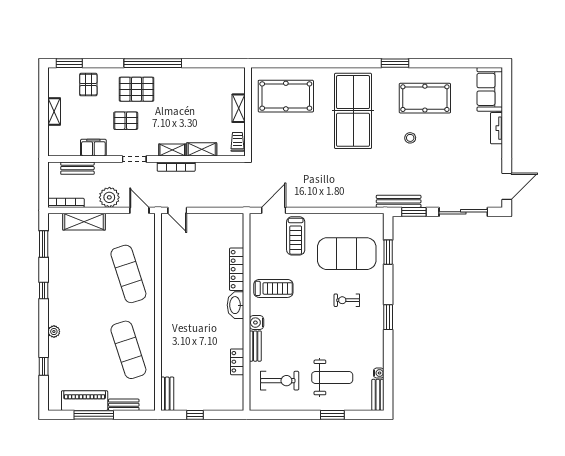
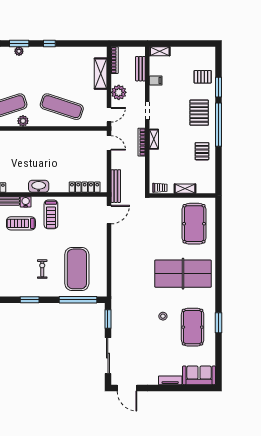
window: (69, 63) -> (219, 87), moved
window: (395, 63) -> (219, 323), moved
shelving: (54, 111) -> (160, 51), moved
pallet: (126, 121) -> (202, 151), moved
filing cabinet: (93, 148) -> (156, 81), width x0.50
shelving: (202, 149) -> (154, 161), removed
bench: (399, 201) -> (116, 186), moved
door: (177, 210) -> (109, 143), swing flipped
door: (274, 210) -> (109, 215), hinge flipped
treadmill: (296, 236) -> (21, 223), moved
window: (44, 244) -> (19, 43), moved
window: (388, 252) -> (78, 300), width x2.11
locker: (237, 269) -> (85, 187), moved
exercise mat: (128, 274) -> (62, 107), turned 36
plant: (148, 326) -> (23, 121), added

